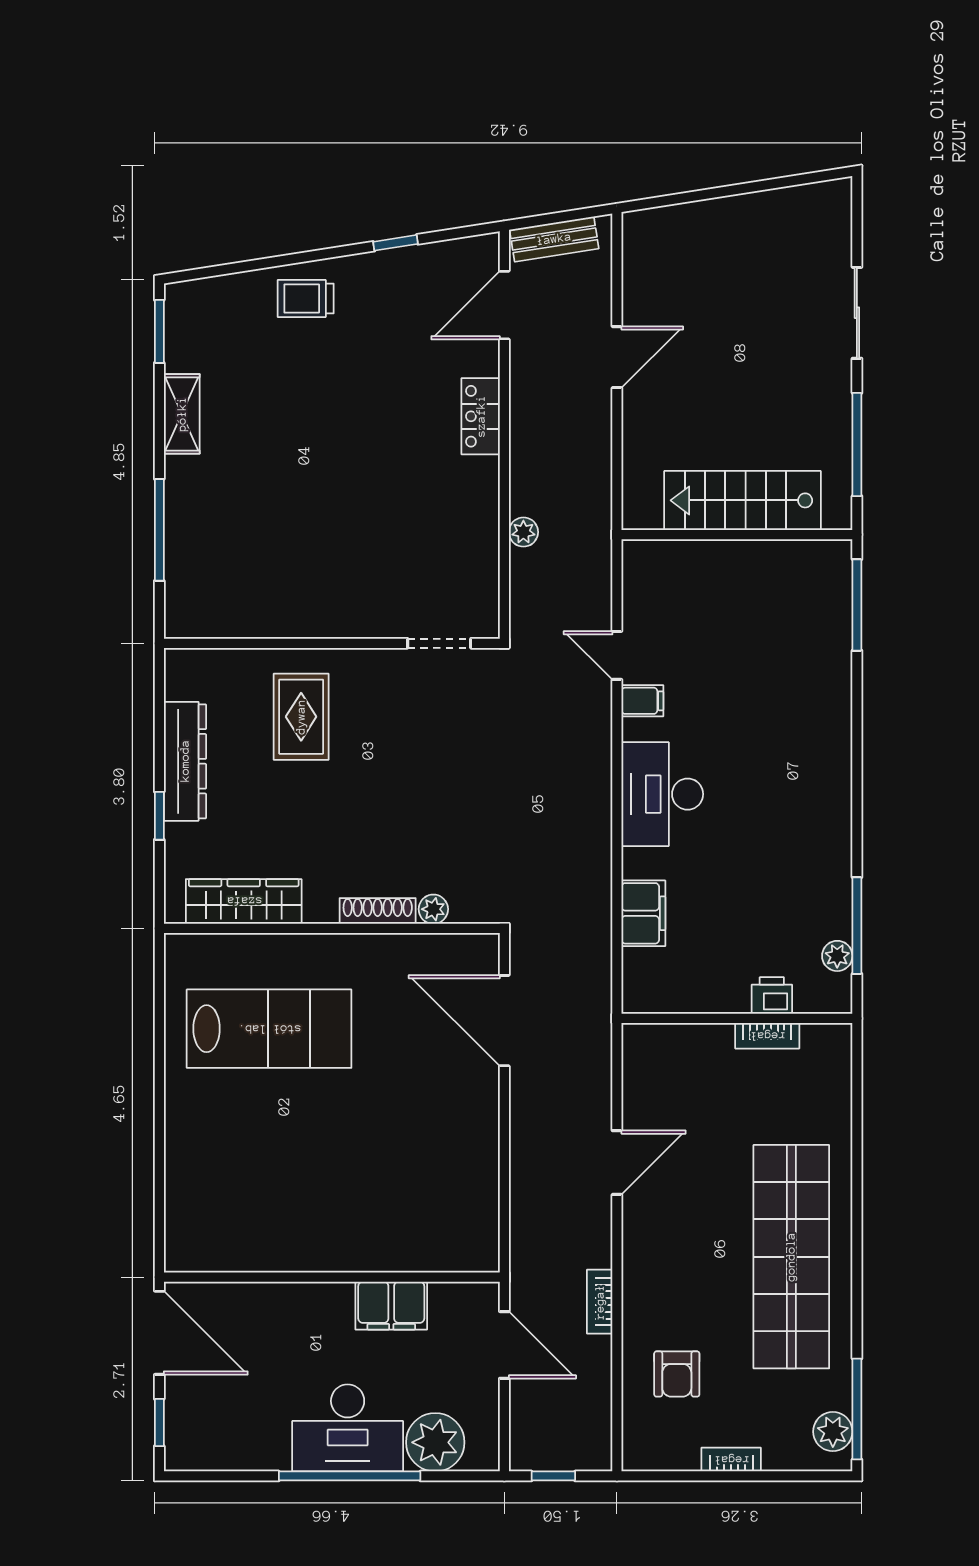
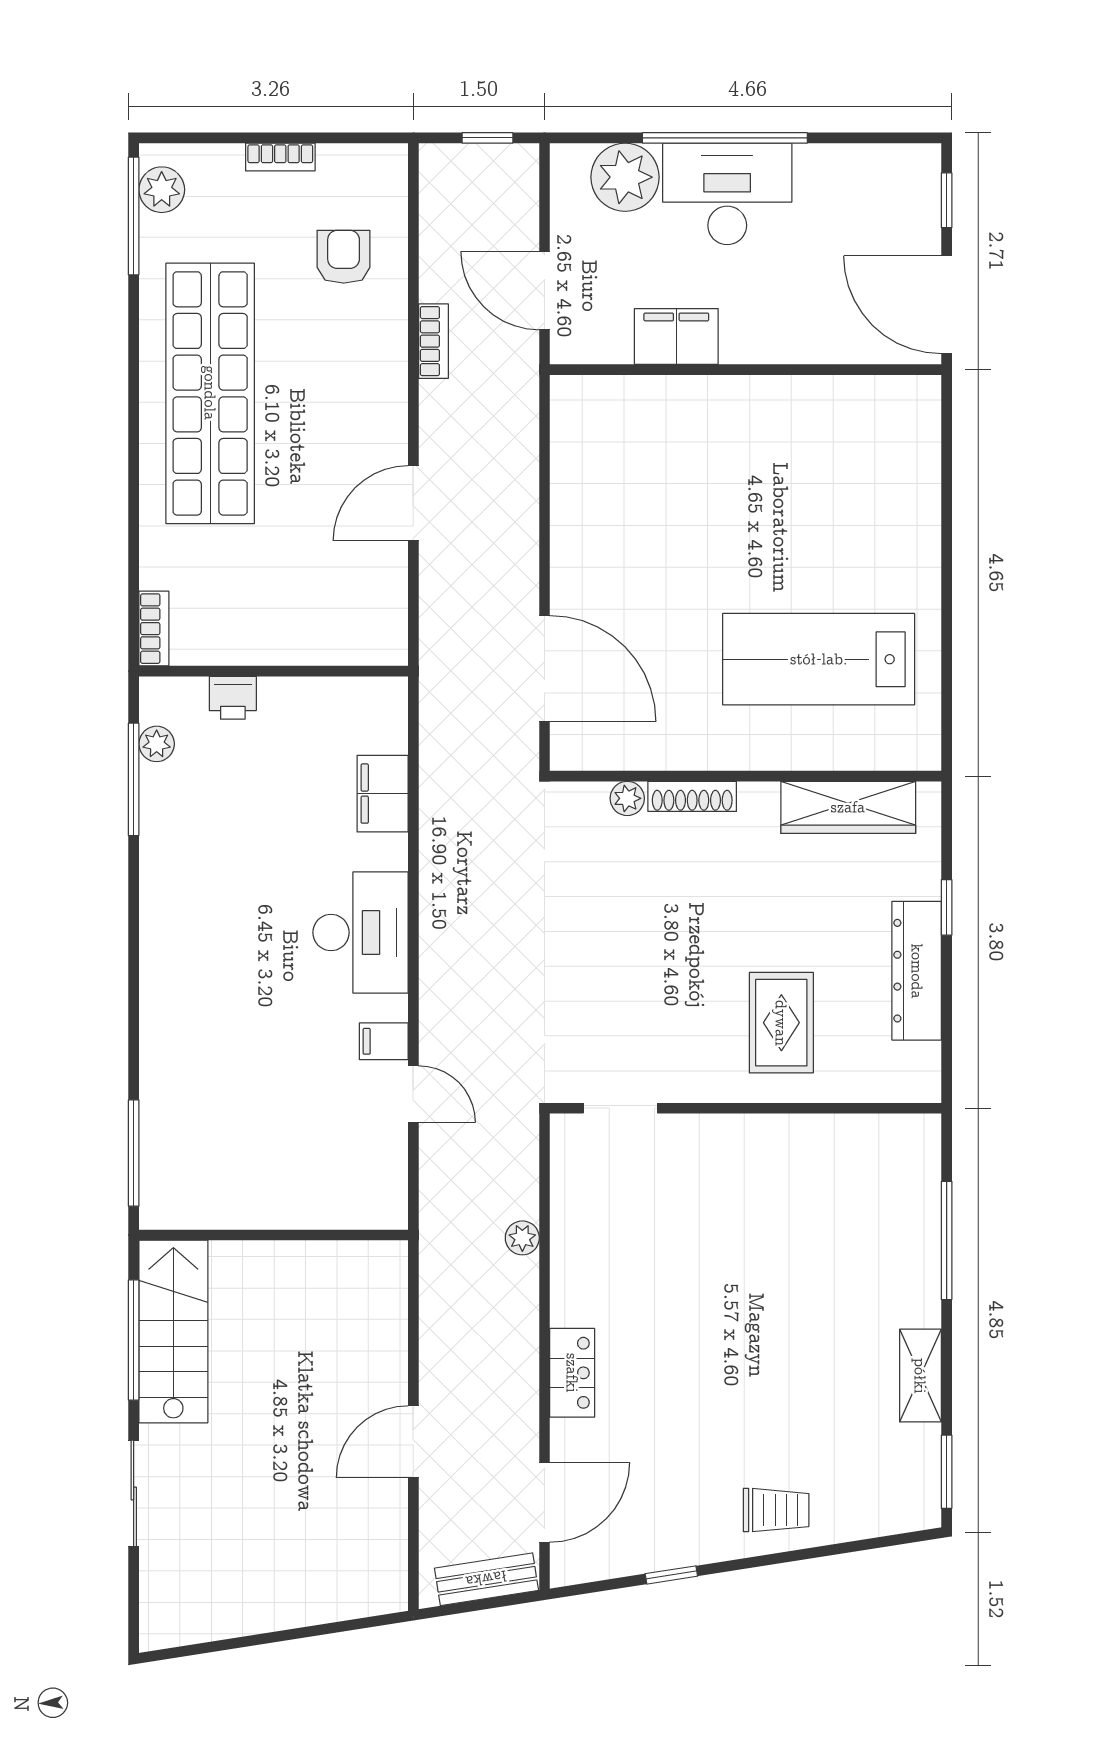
stairs: (742, 500) -> (173, 1332), moved, turned -90
bookcase: (767, 1036) -> (154, 629), moved, turned 90

